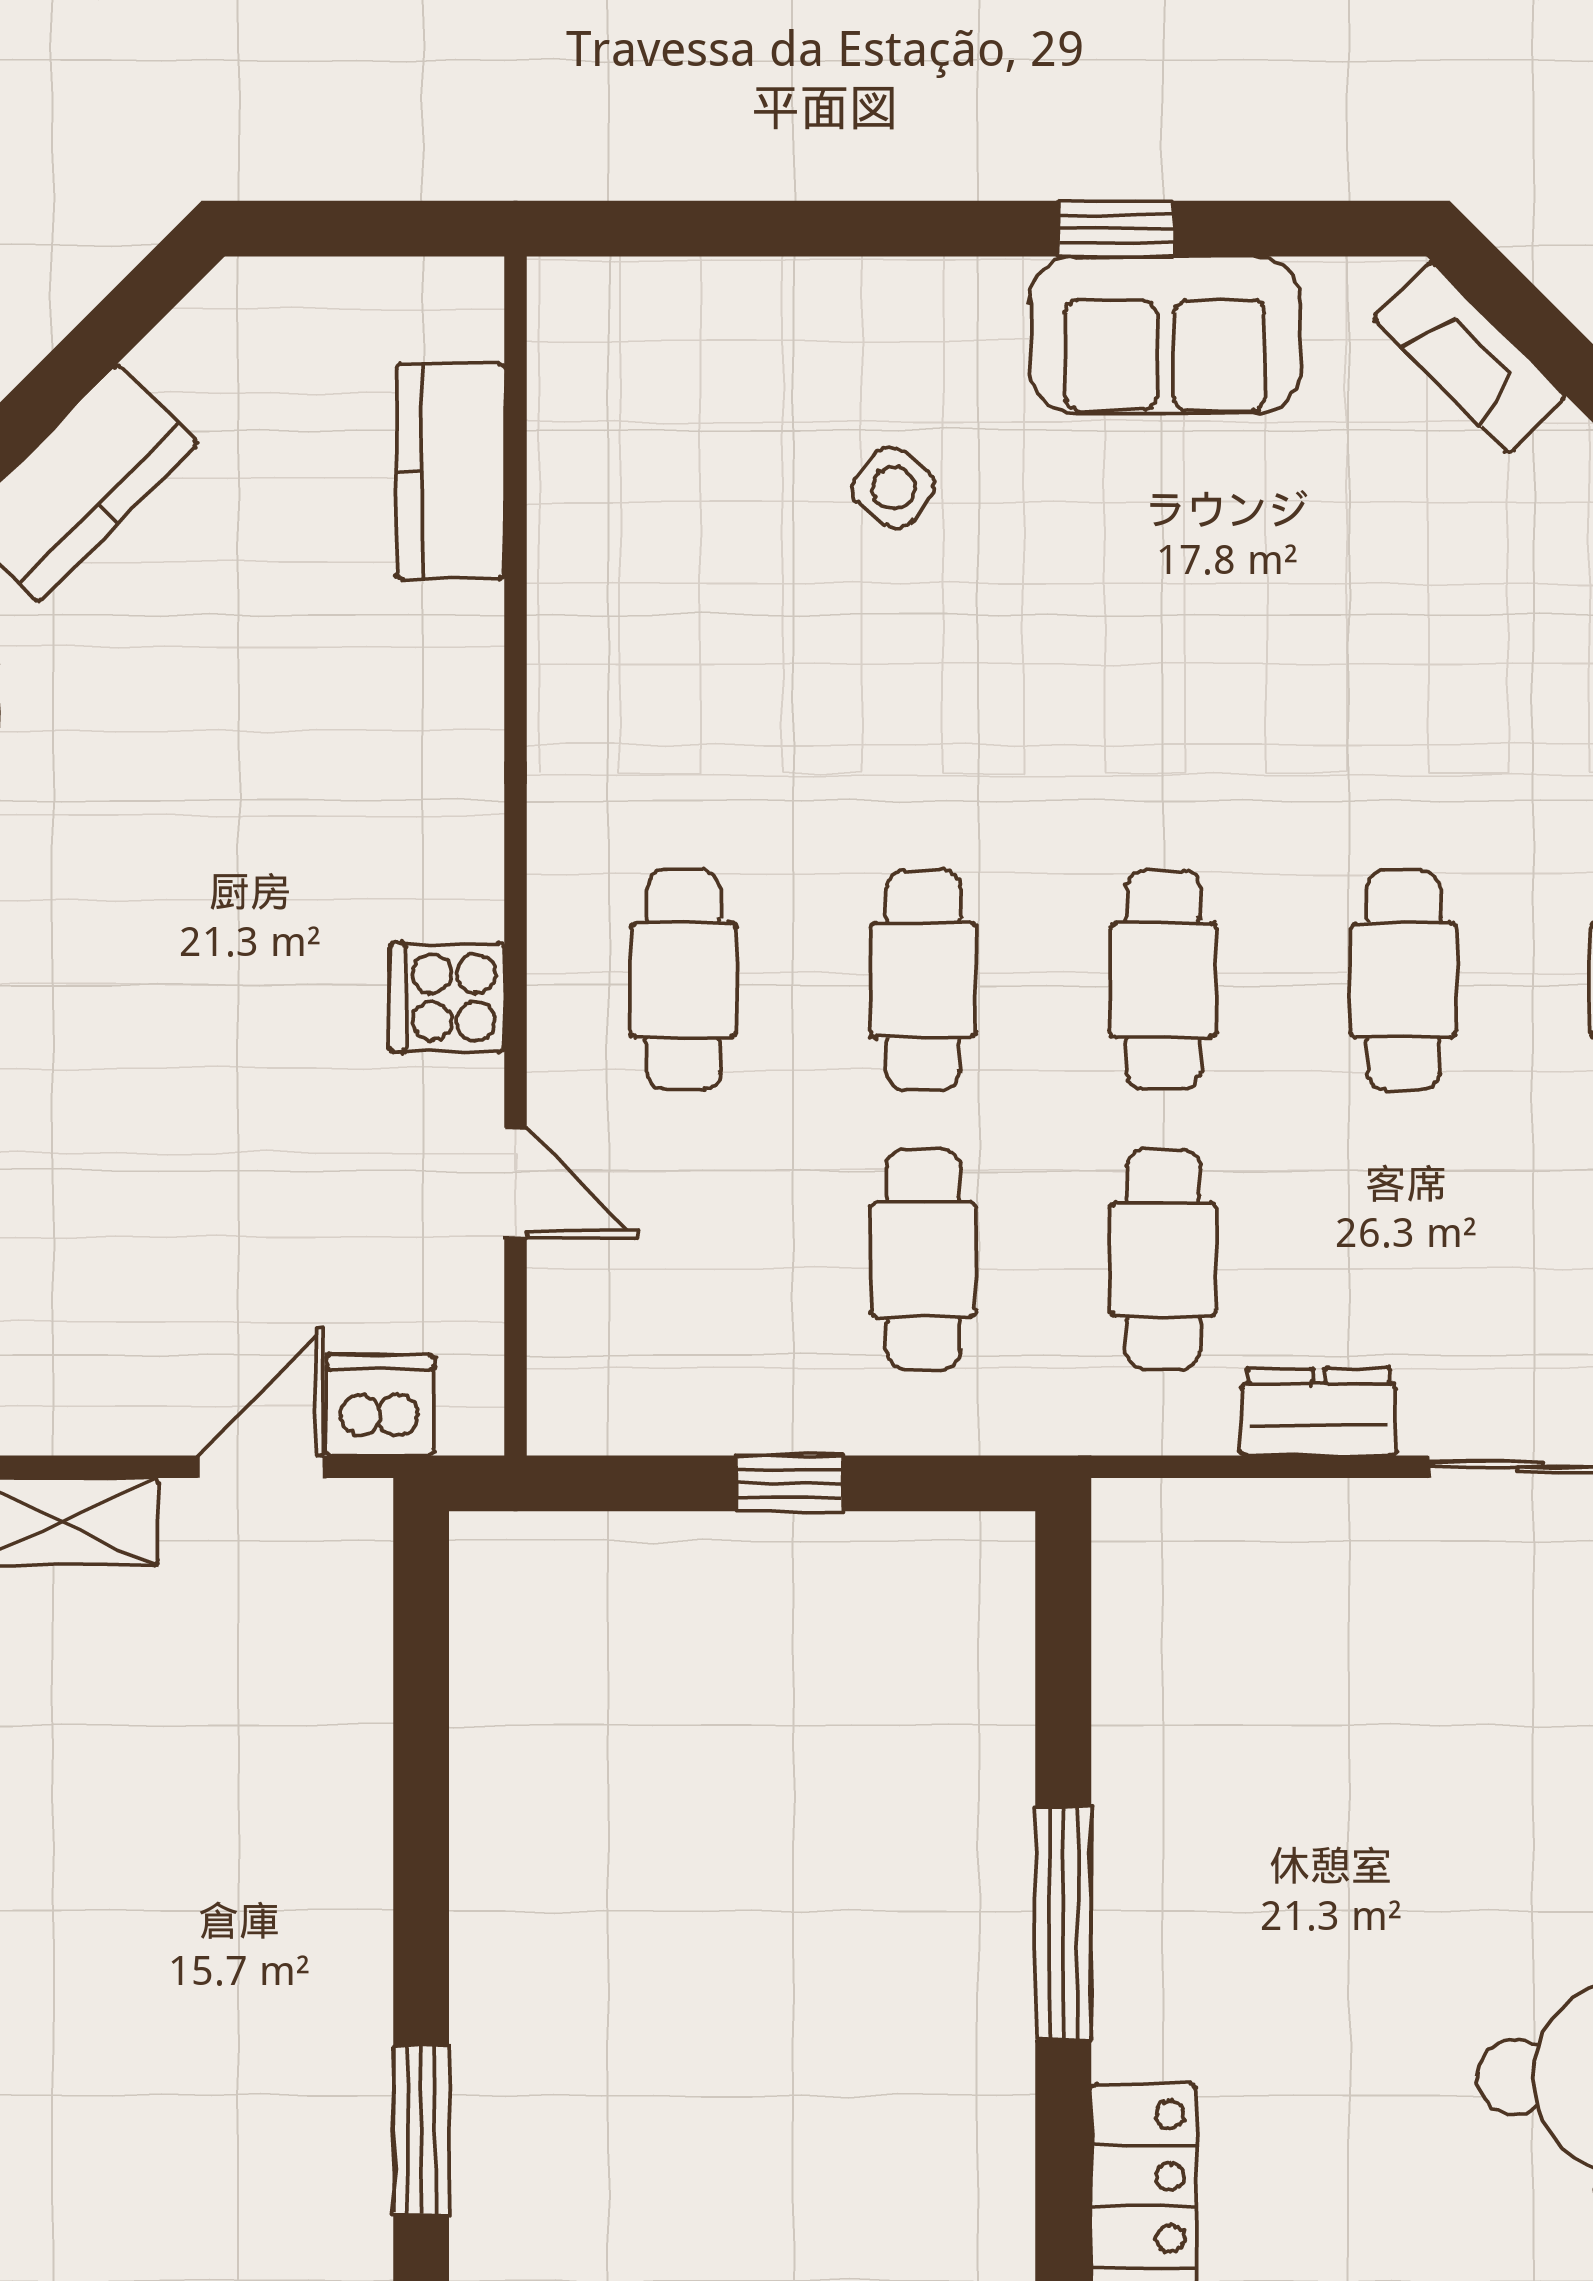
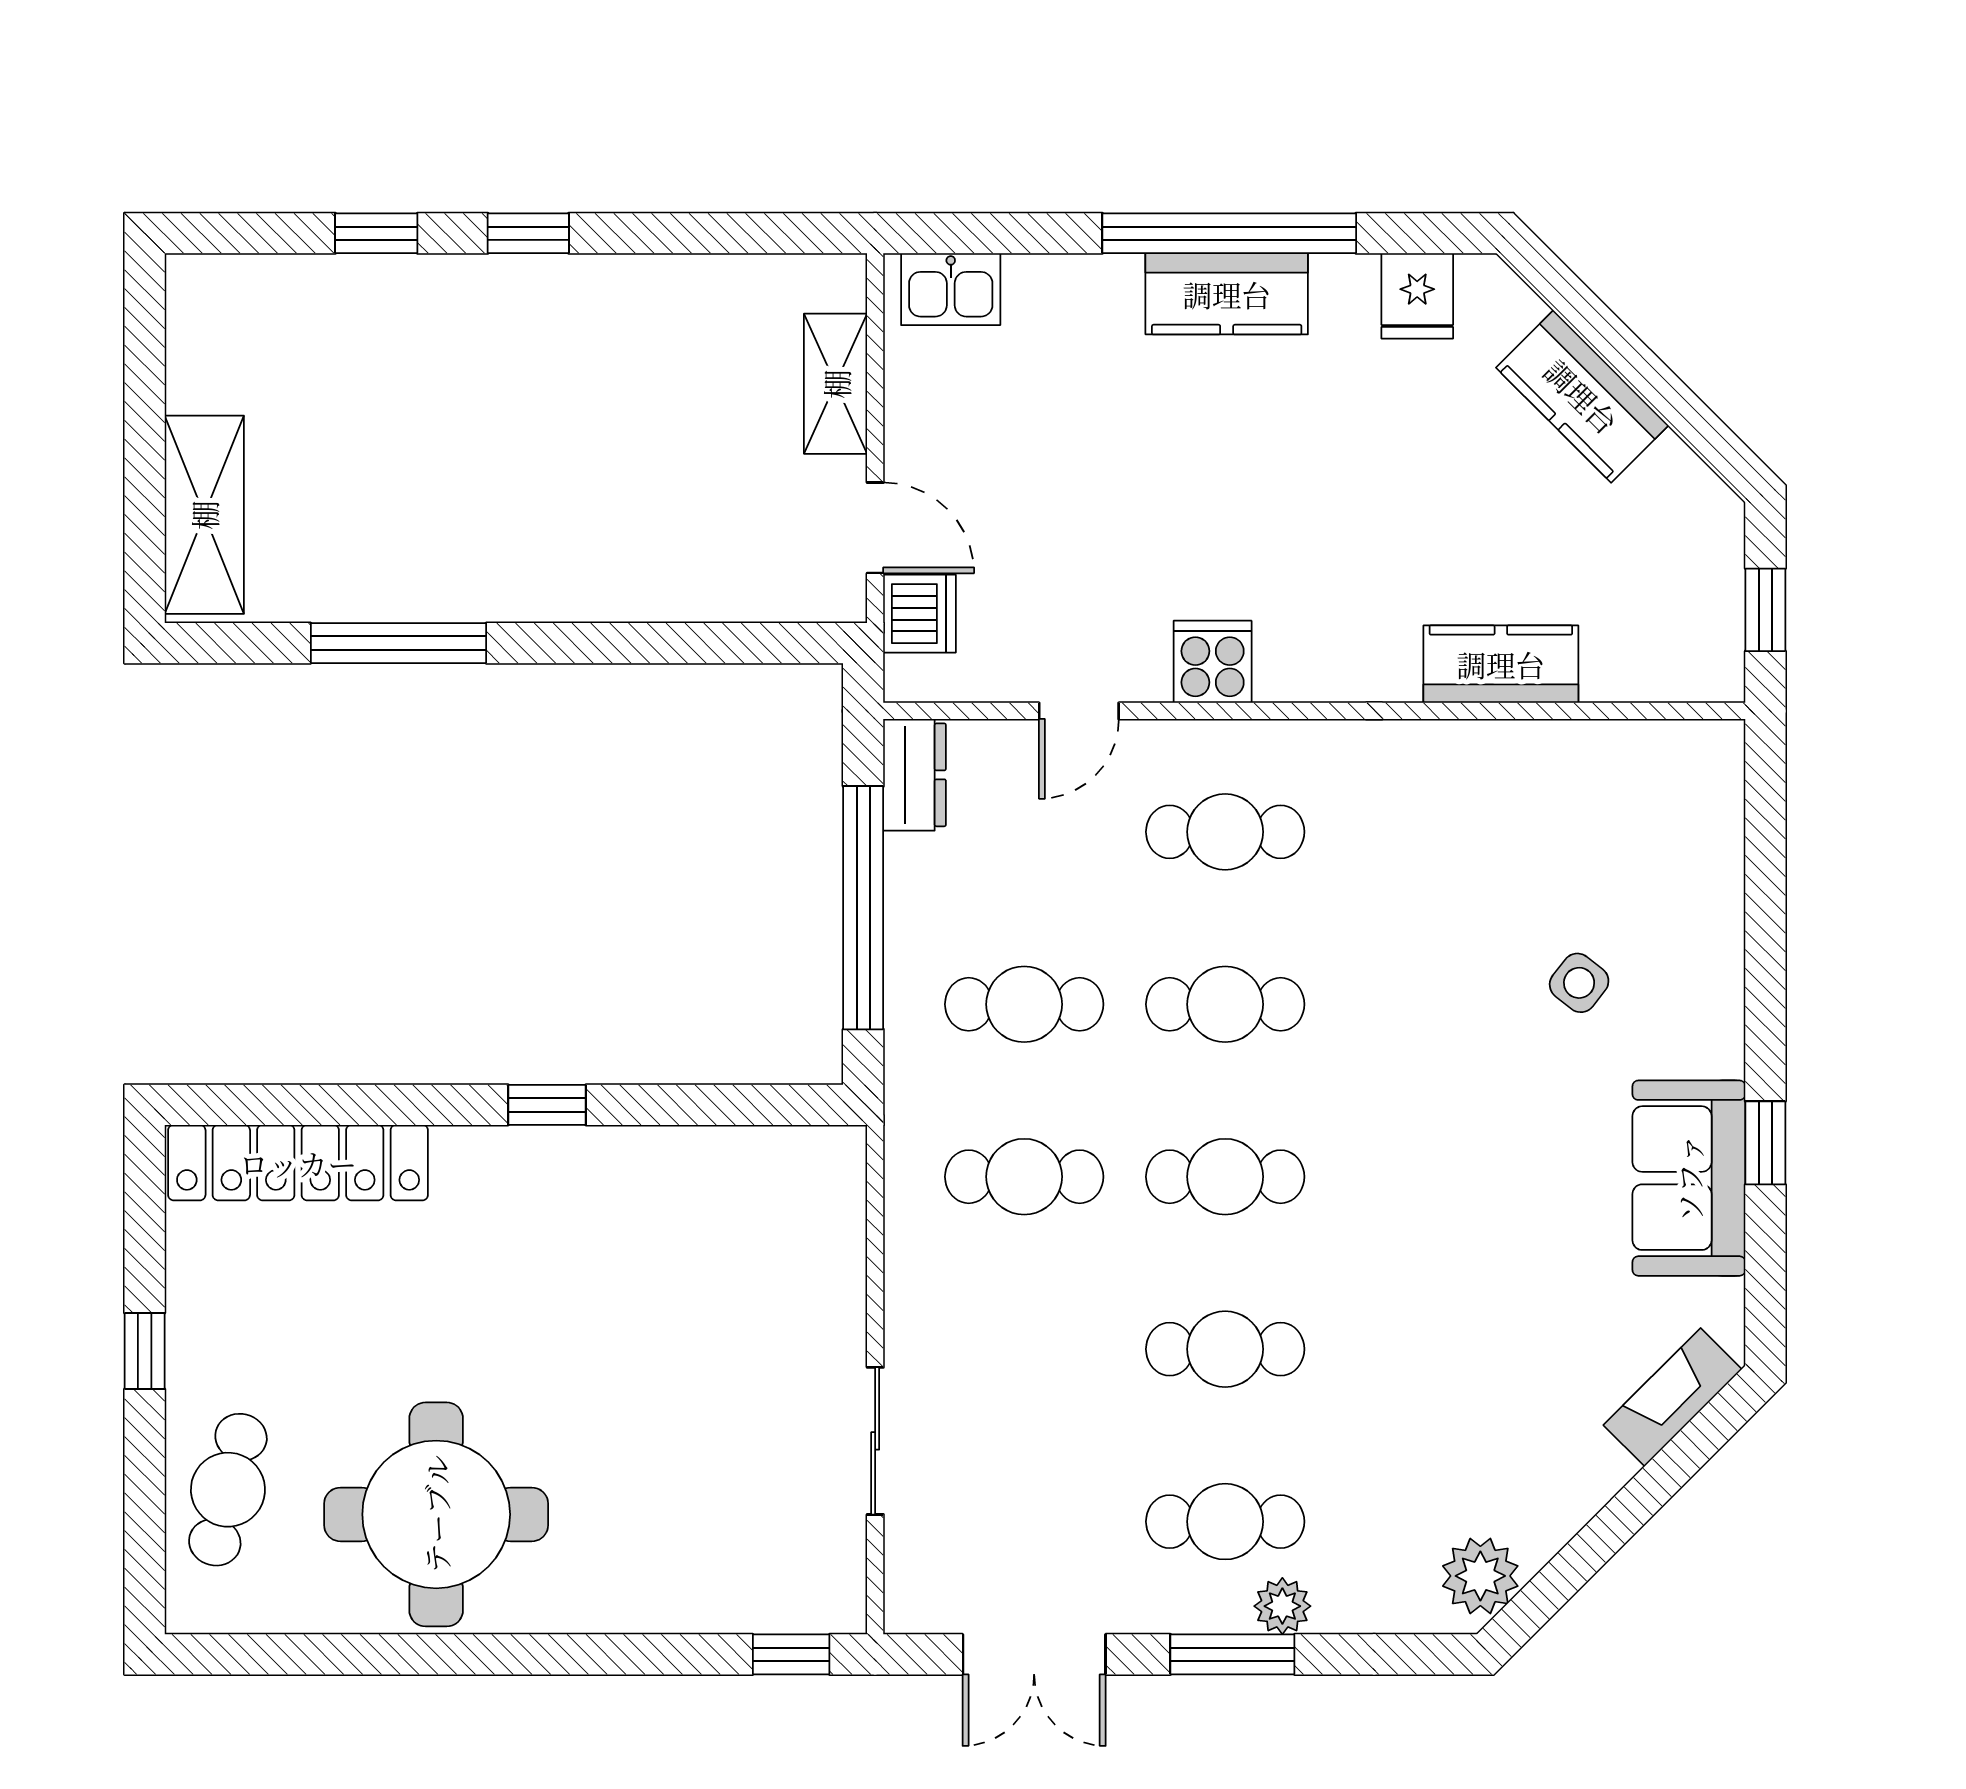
window: (375, 229) -> (1765, 610), added
kitchen counter: (450, 471) -> (1501, 664), moved
dresser: (1319, 1412) -> (915, 775), moved
window: (789, 1483) -> (863, 908), width x3.17
window: (1063, 1923) -> (547, 1105), width x0.46
window: (421, 2130) -> (398, 643), width x1.44

